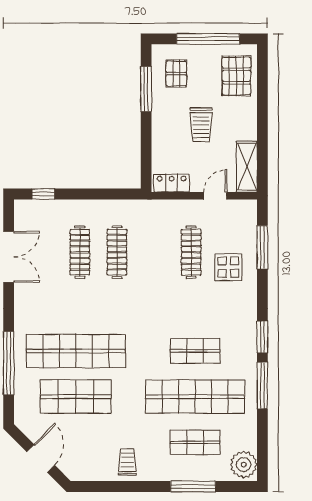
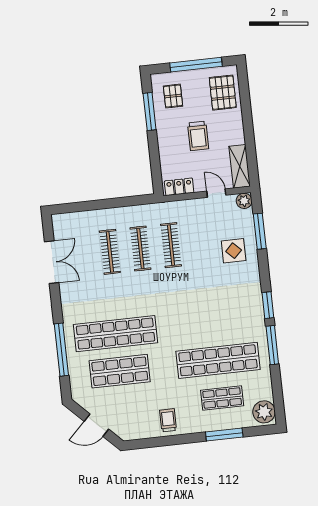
window: (43, 194) -> (74, 207), removed
door: (215, 196) -> (216, 193), hinge flipped
plant: (248, 209) -> (244, 201), added
clothes rail: (191, 252) -> (171, 245), moved
shop shelf: (195, 351) -> (214, 323), removed
door: (41, 458) -> (96, 425), swing flipped

